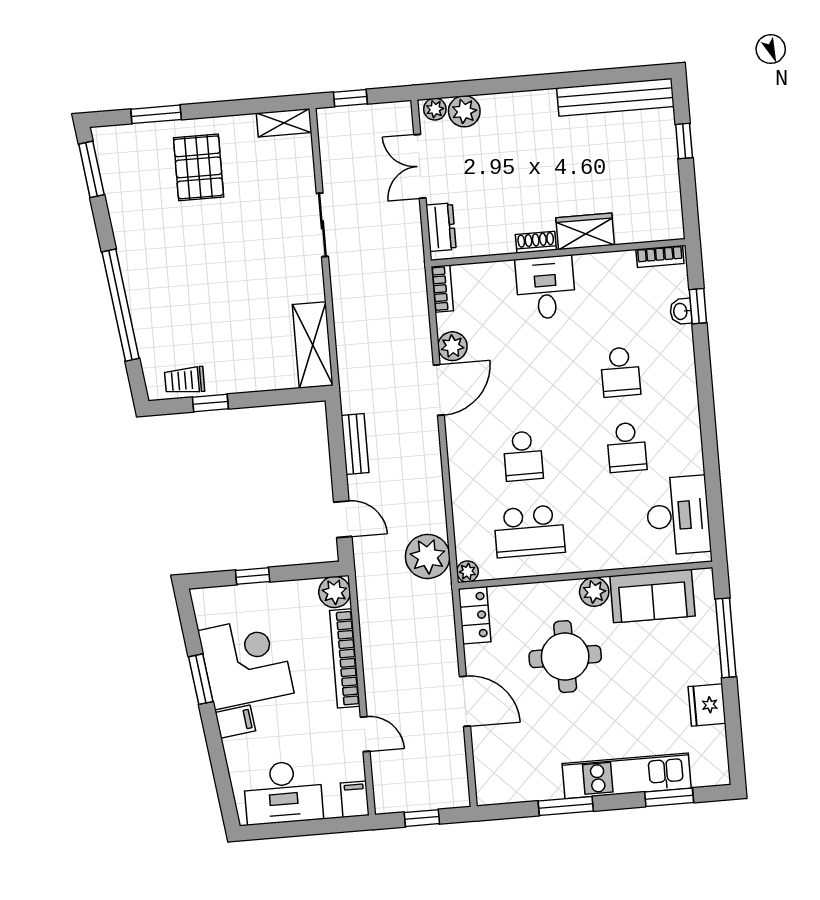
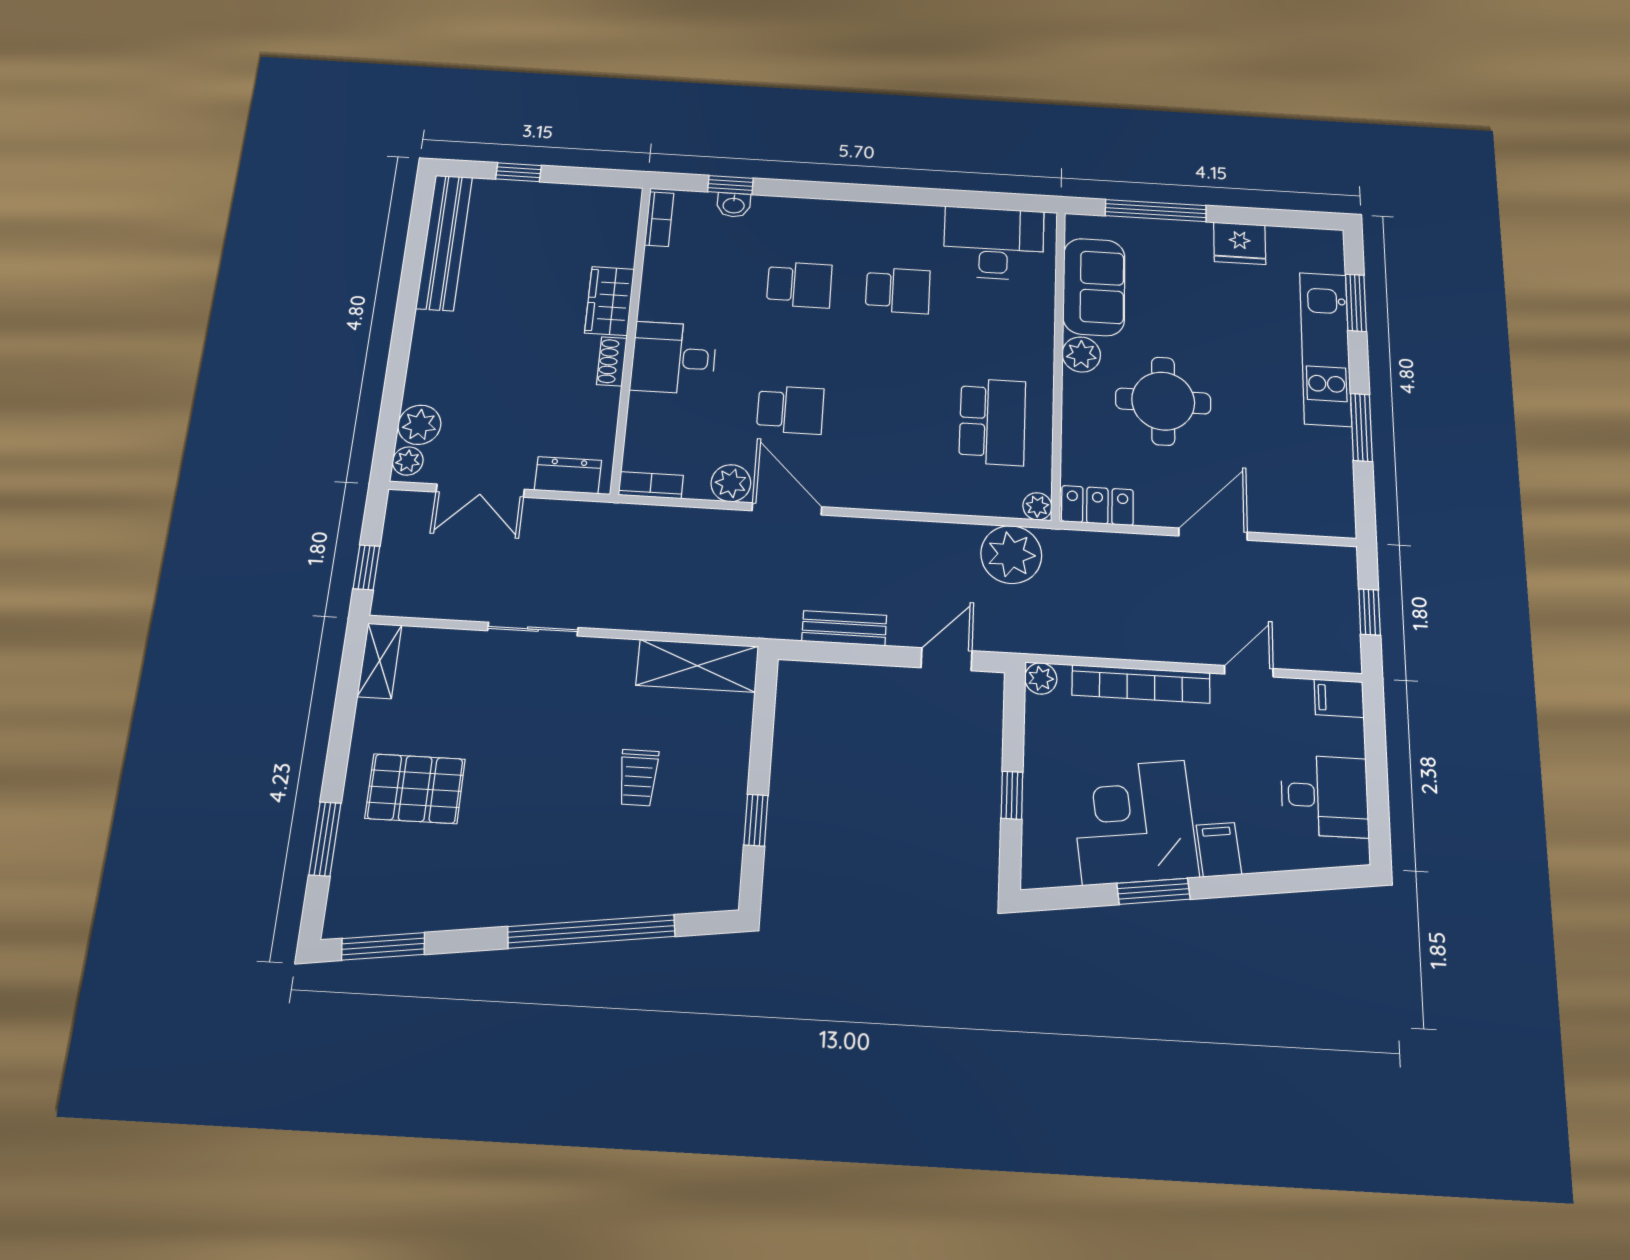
trolley: (185, 380) -> (638, 778), moved
school desk: (523, 456) -> (790, 410), moved
plant: (335, 592) -> (1041, 678), width x0.73, depth x0.73
desk: (283, 792) -> (1325, 796), width x0.73

